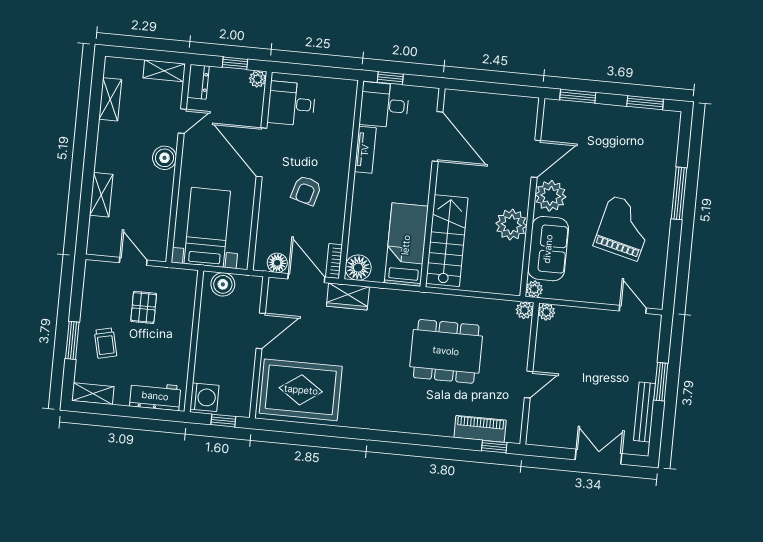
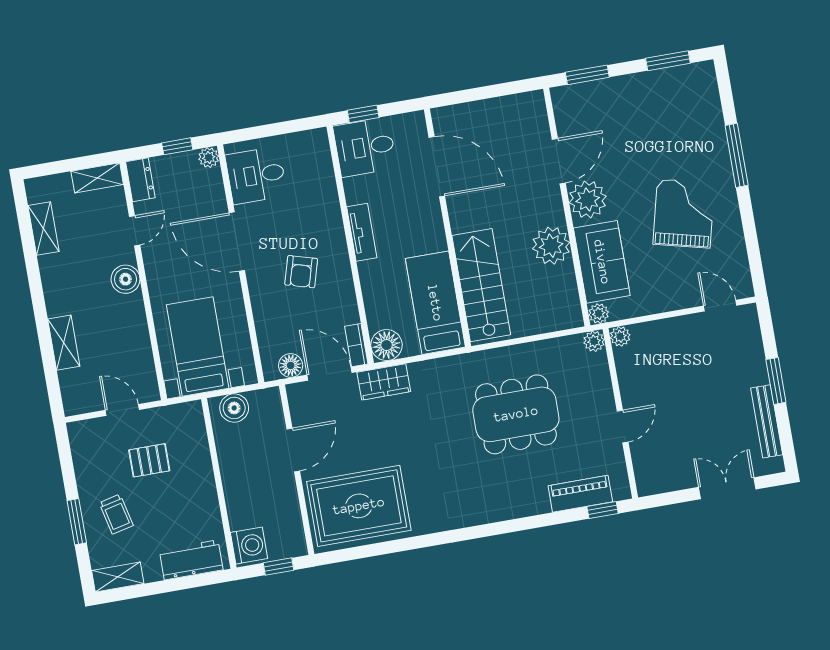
tv unit: (365, 150) -> (362, 232), moved
pallet: (144, 307) -> (149, 460), turned 90

